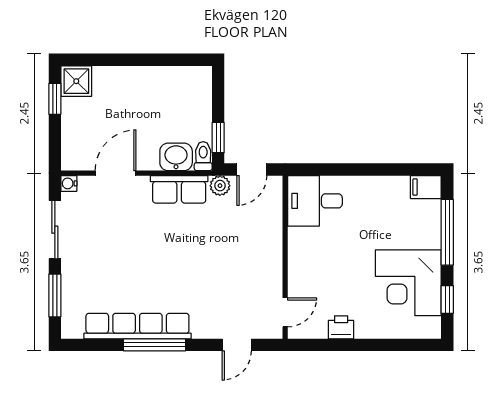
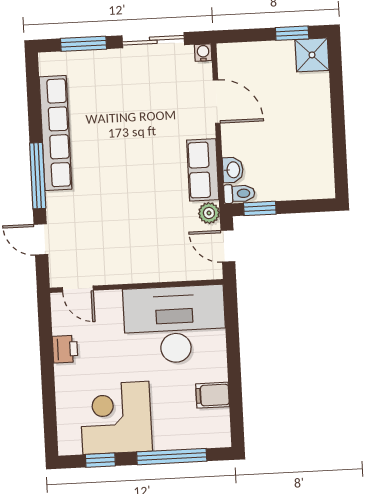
washbasin: (176, 157) -> (233, 170), width x0.72, depth x0.69
filing cabinet: (426, 187) -> (213, 395), moved, turned -90
desk: (315, 201) -> (175, 324), width x1.87, depth x1.30
window: (155, 345) -> (38, 176), moved

